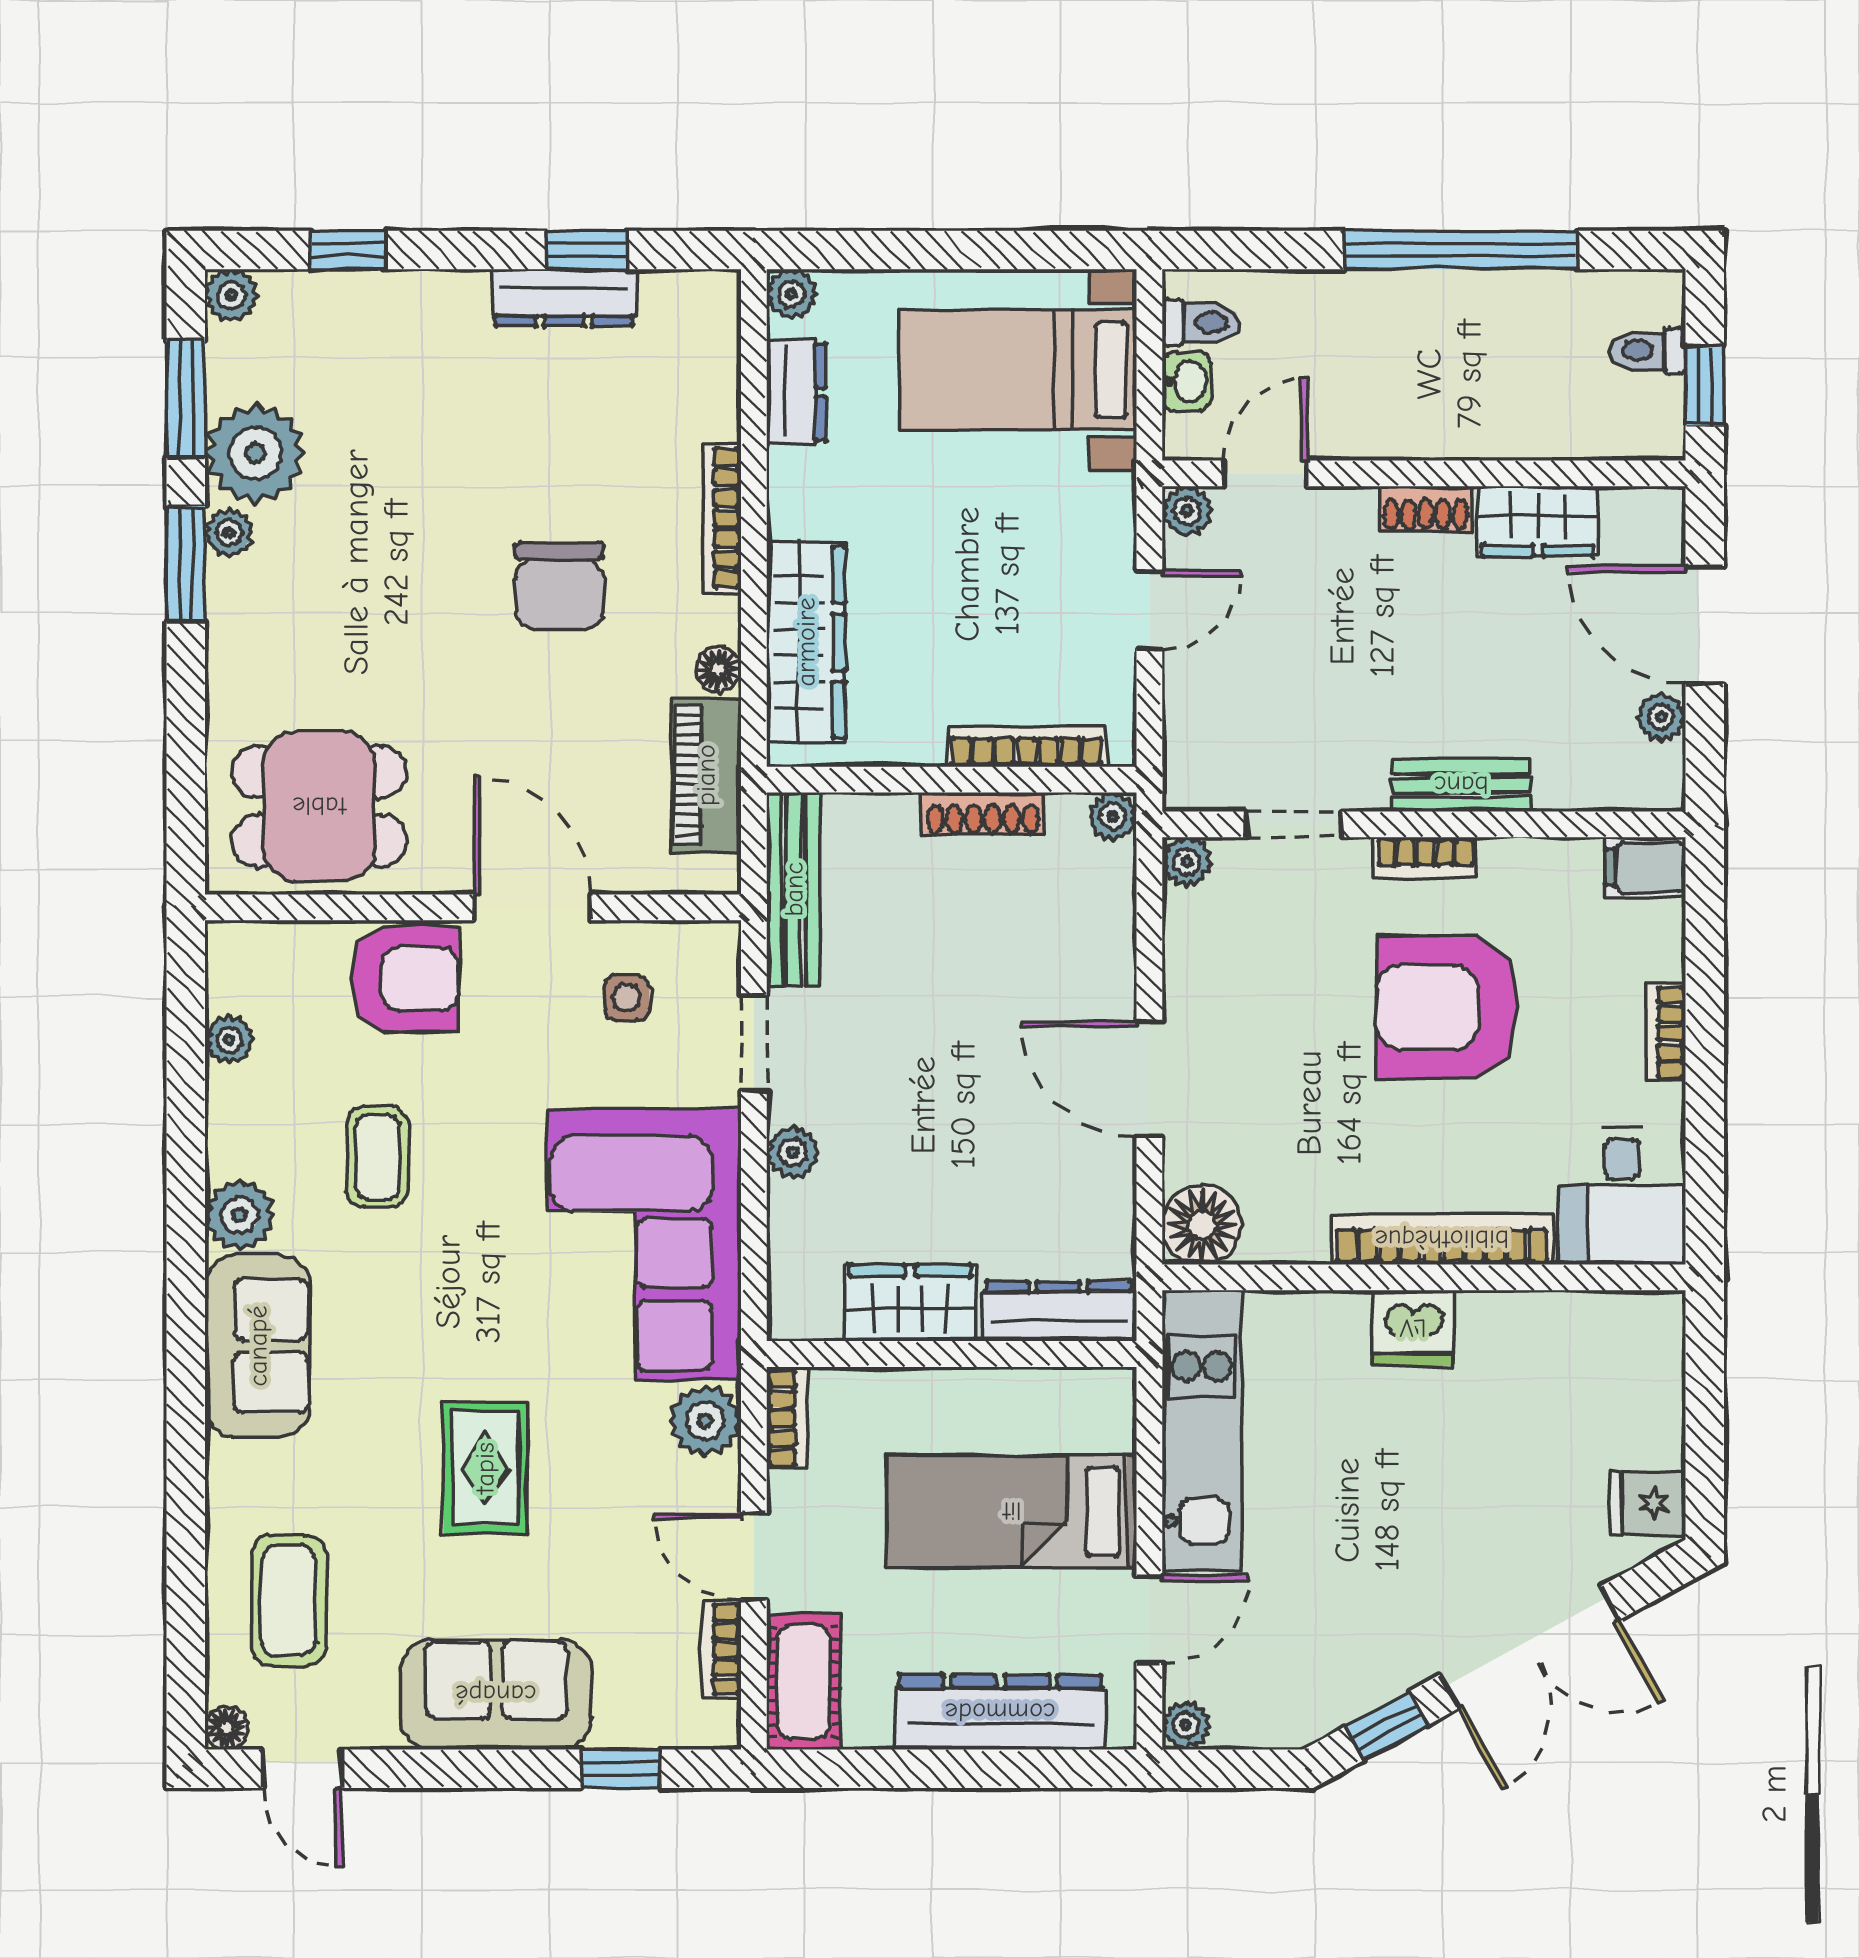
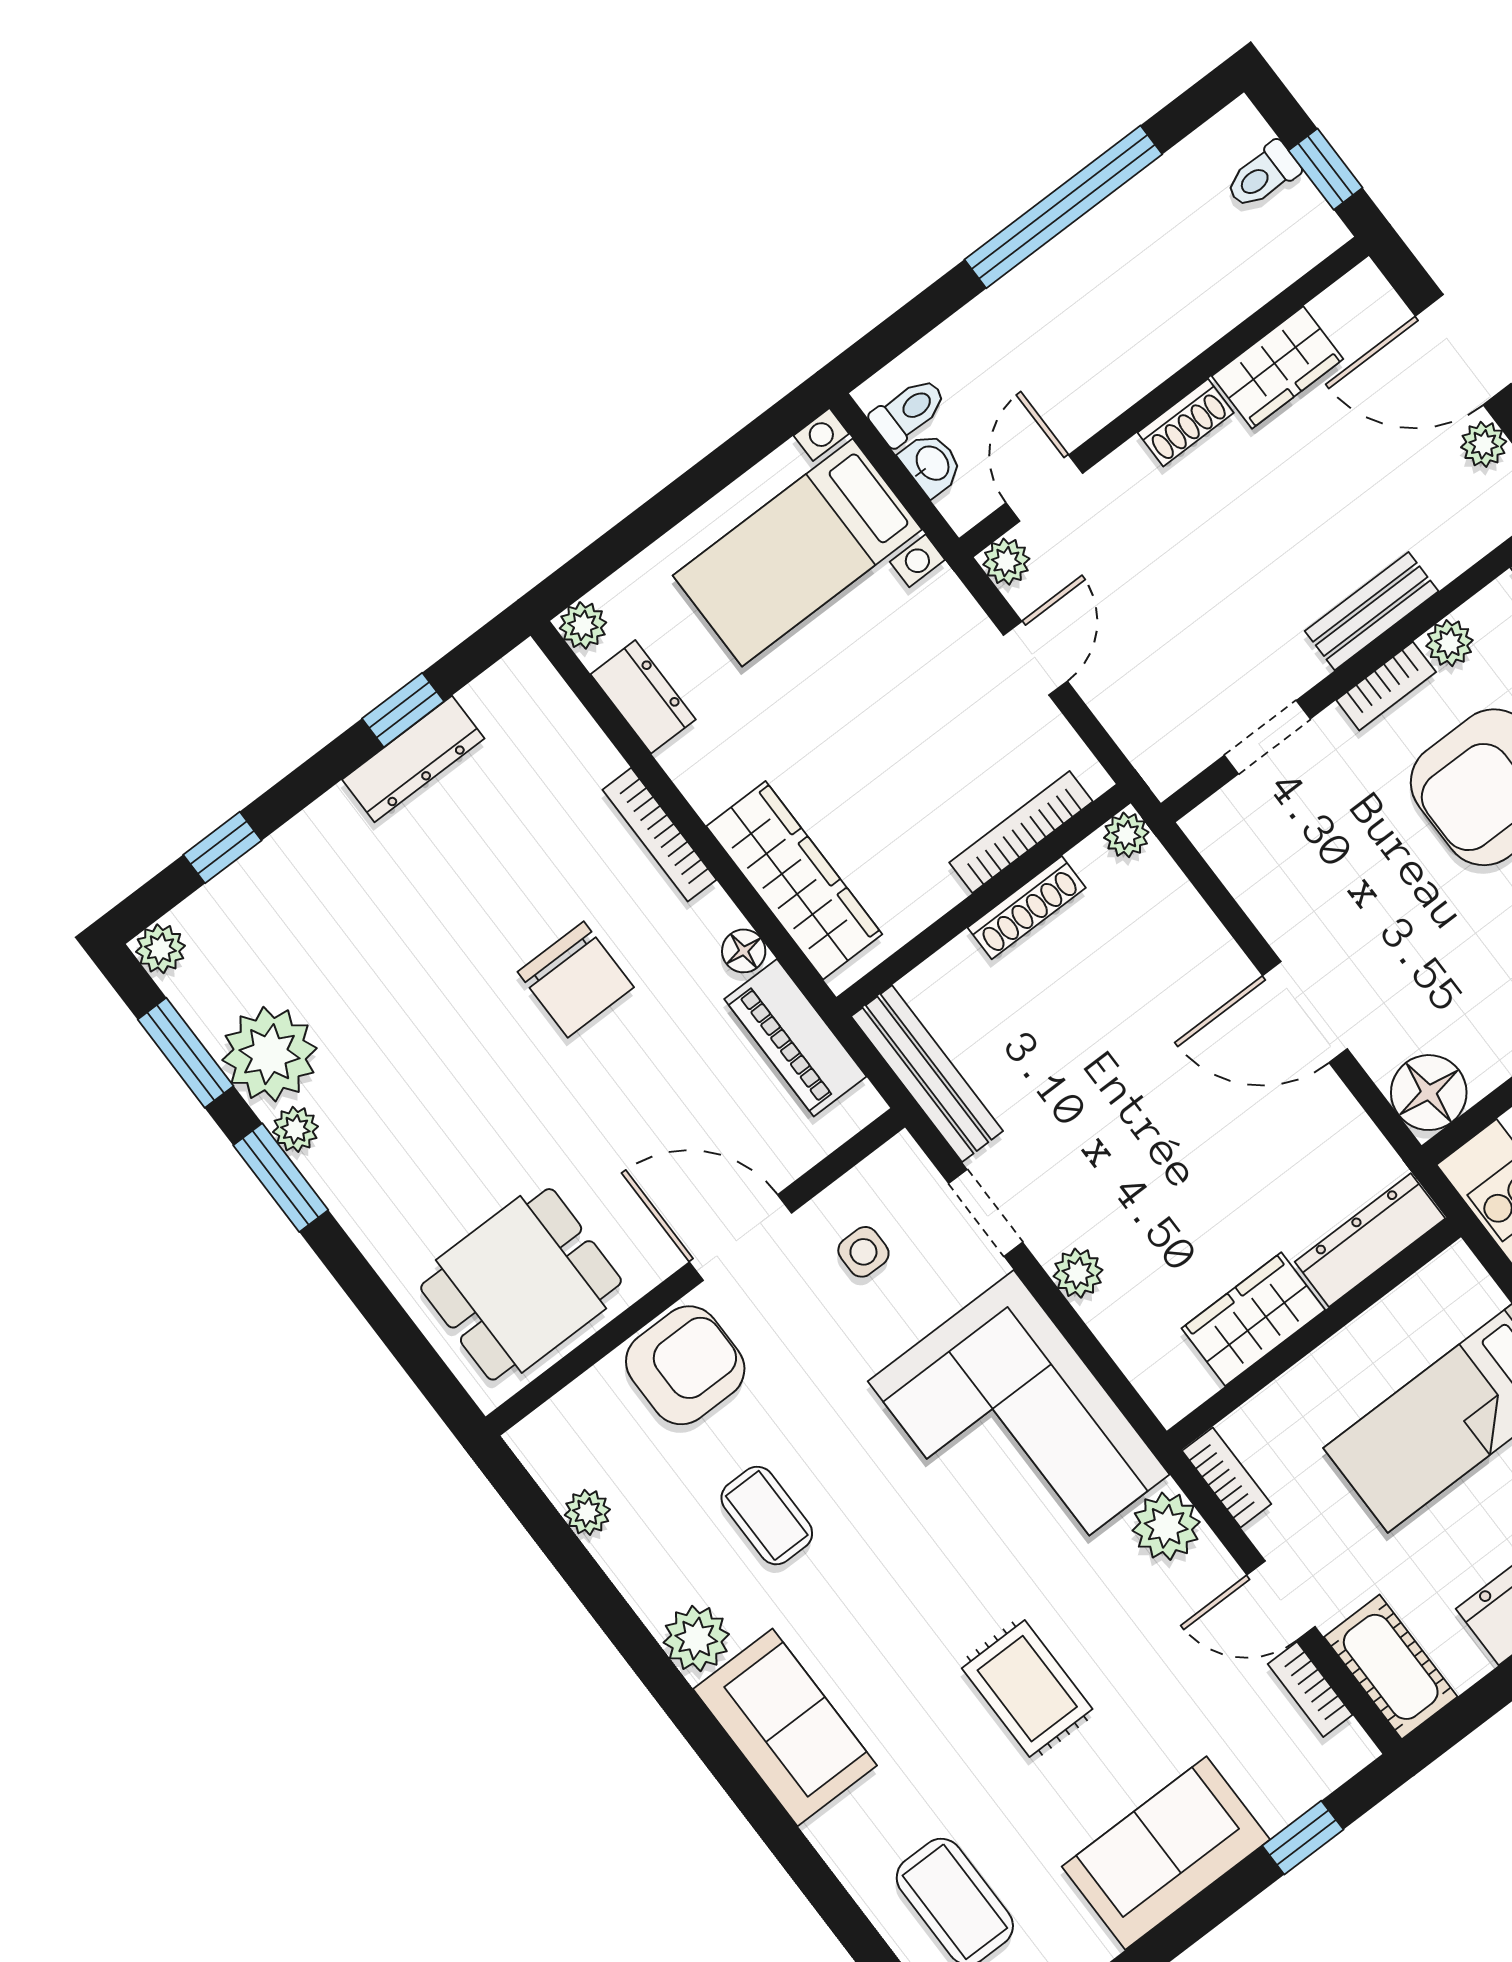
plant: (1187, 862) -> (1449, 643), moved

